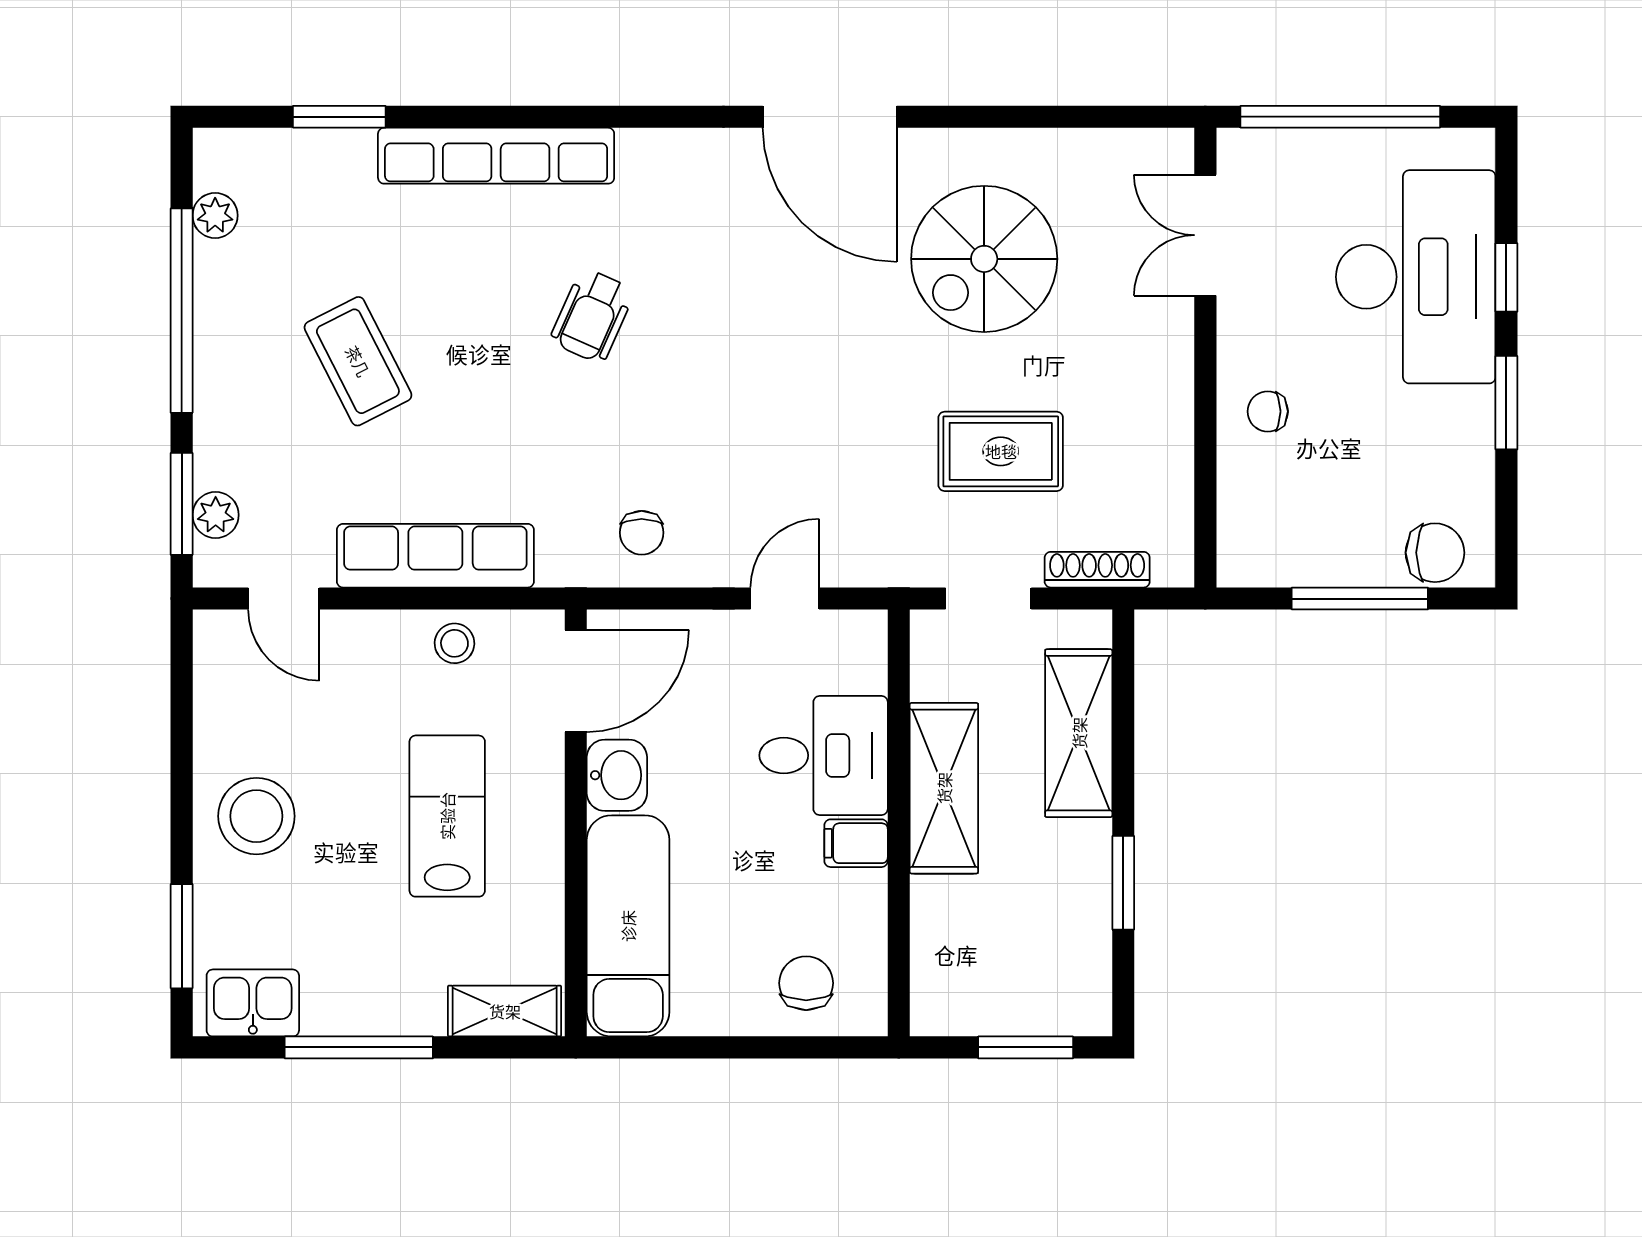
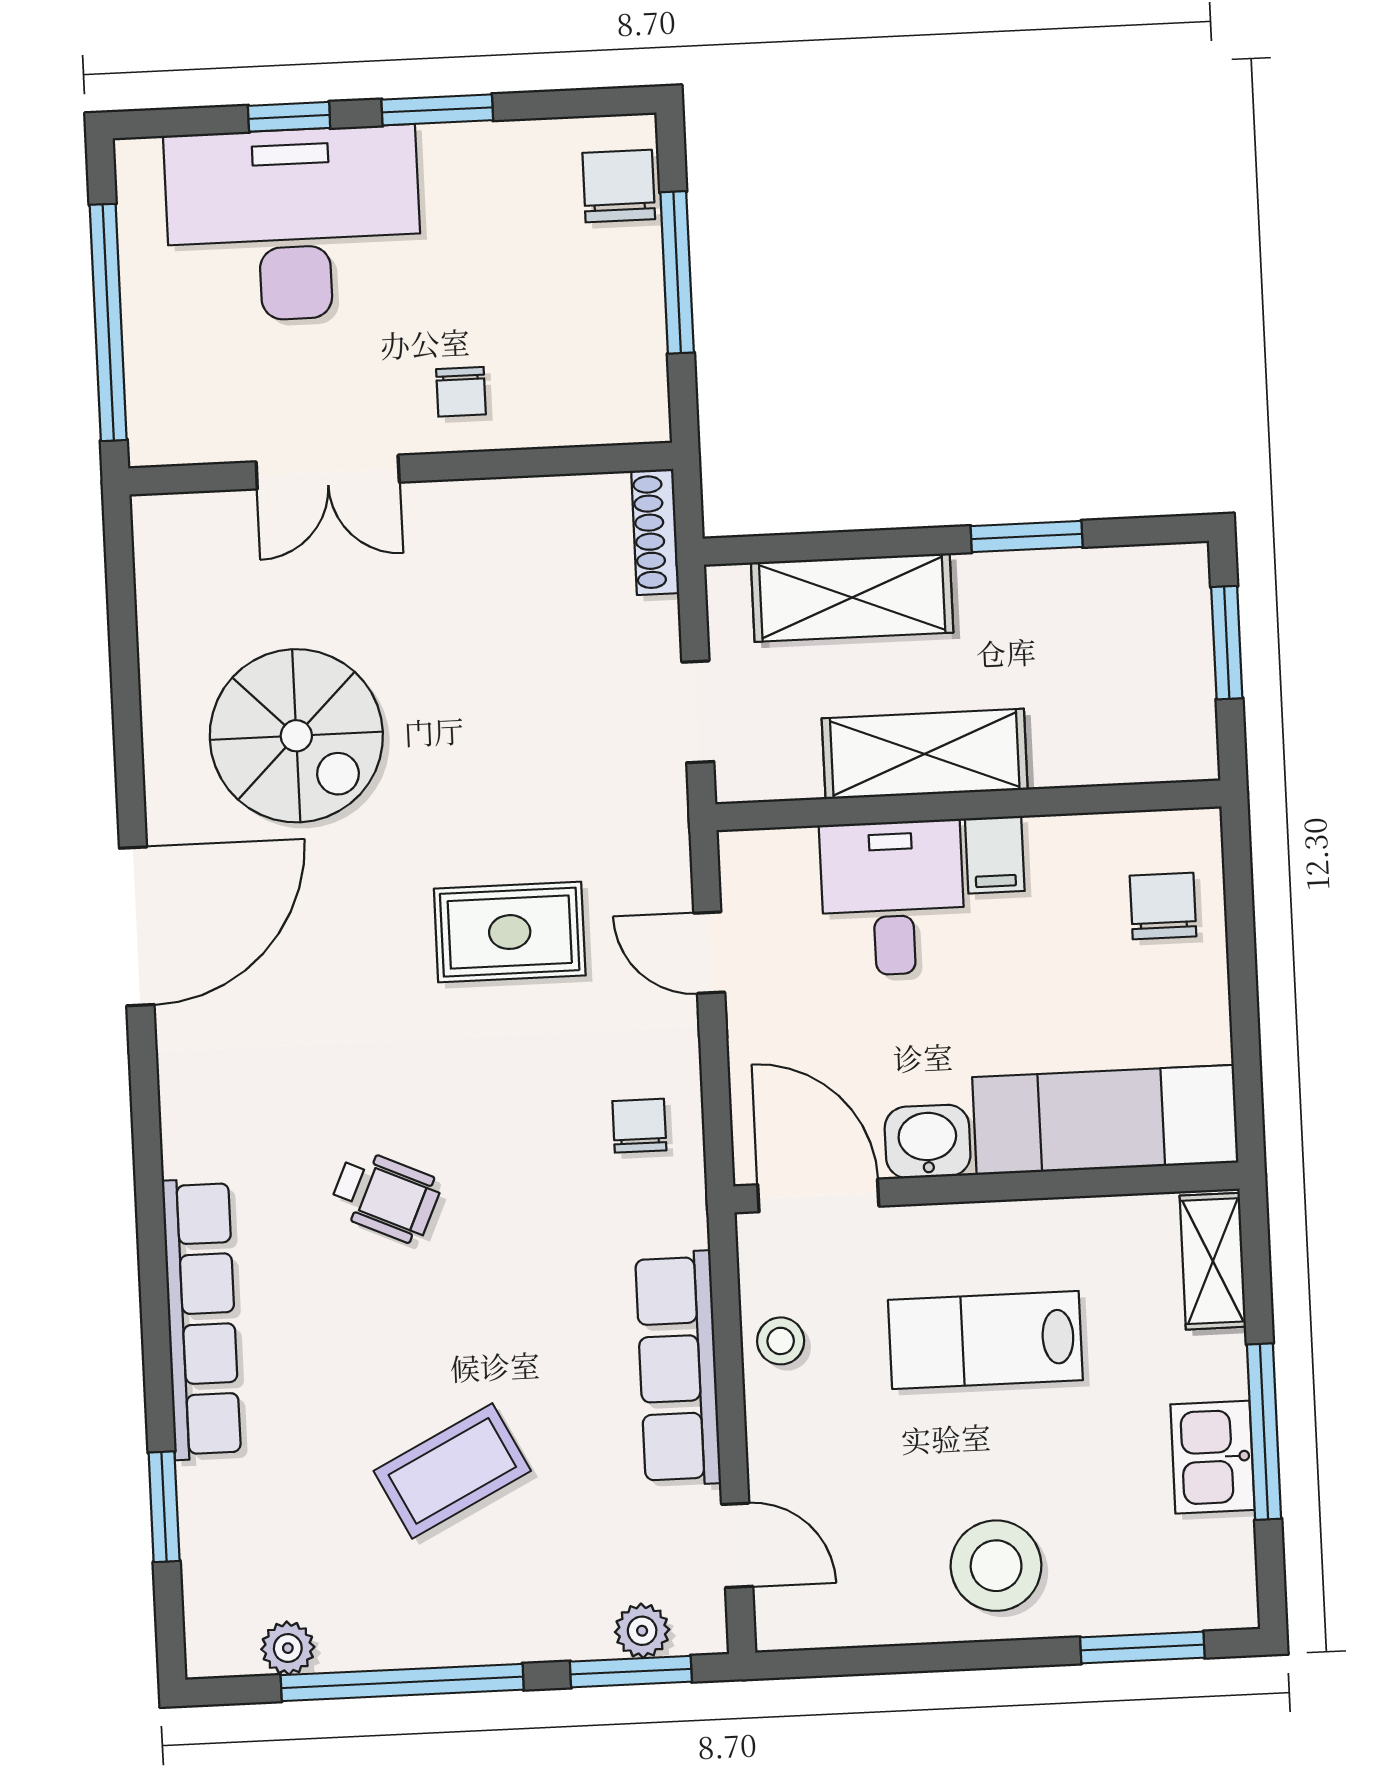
double door: (1205, 235) -> (328, 472), moved
rug: (1001, 451) -> (510, 932), moved, turned 90
chair: (642, 533) -> (639, 1126), turned -90
shoe rack: (1097, 570) -> (655, 532), moved
door: (284, 599) -> (737, 1545), hinge flipped
chair: (806, 983) -> (1163, 906), turned 90
kitchen sink: (253, 1003) -> (1213, 1457), moved

